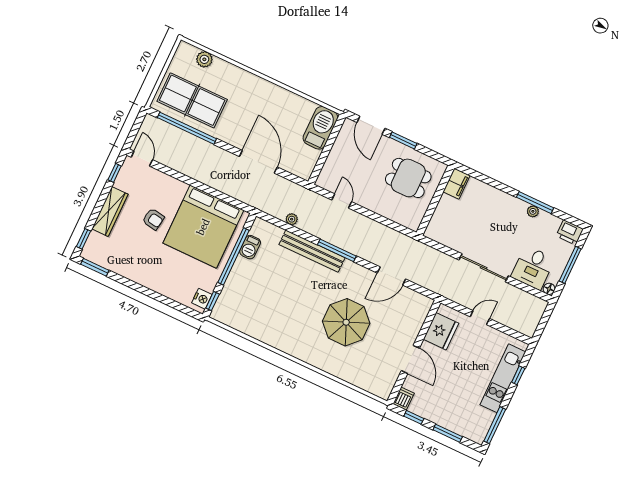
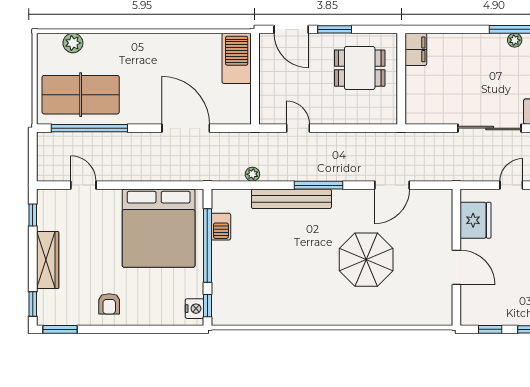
door: (142, 159) -> (83, 185), moved
armchair: (153, 219) -> (109, 304), moved, turned 81
dishwasher: (404, 399) -> (469, 314), removed

